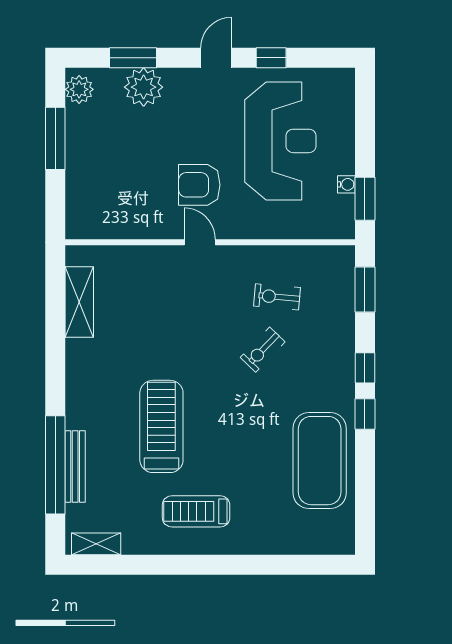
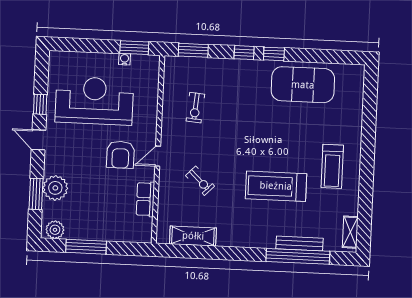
row of seats: (133, 226) -> (145, 199), added
exercise bike: (263, 350) -> (200, 181), moved

